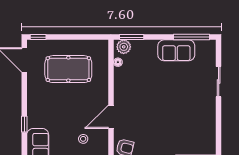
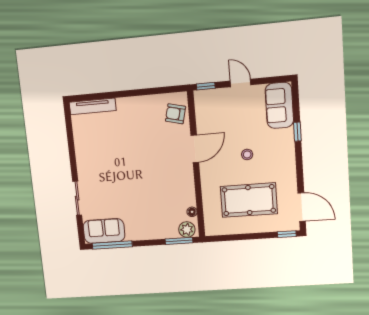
sofa: (176, 50) -> (104, 231), moved
stool: (83, 139) -> (247, 154), moved

